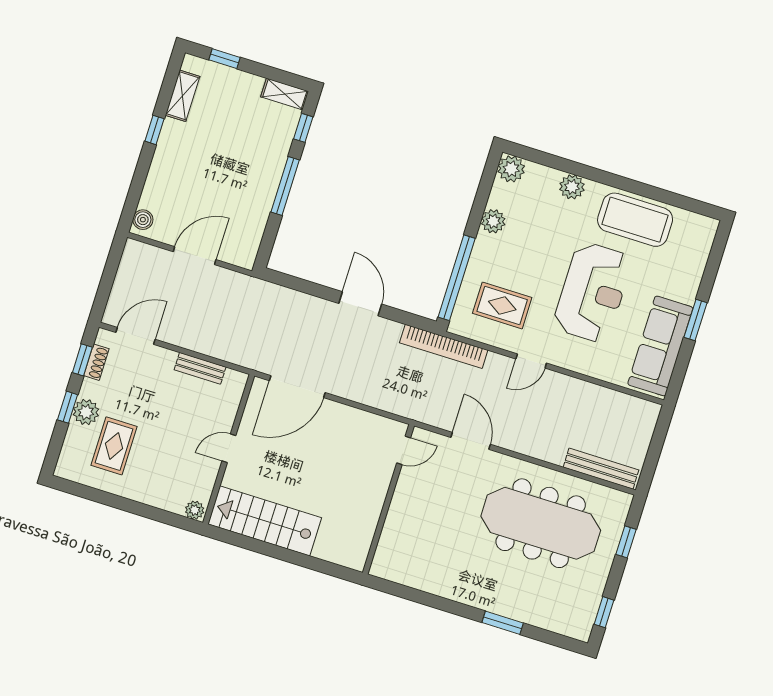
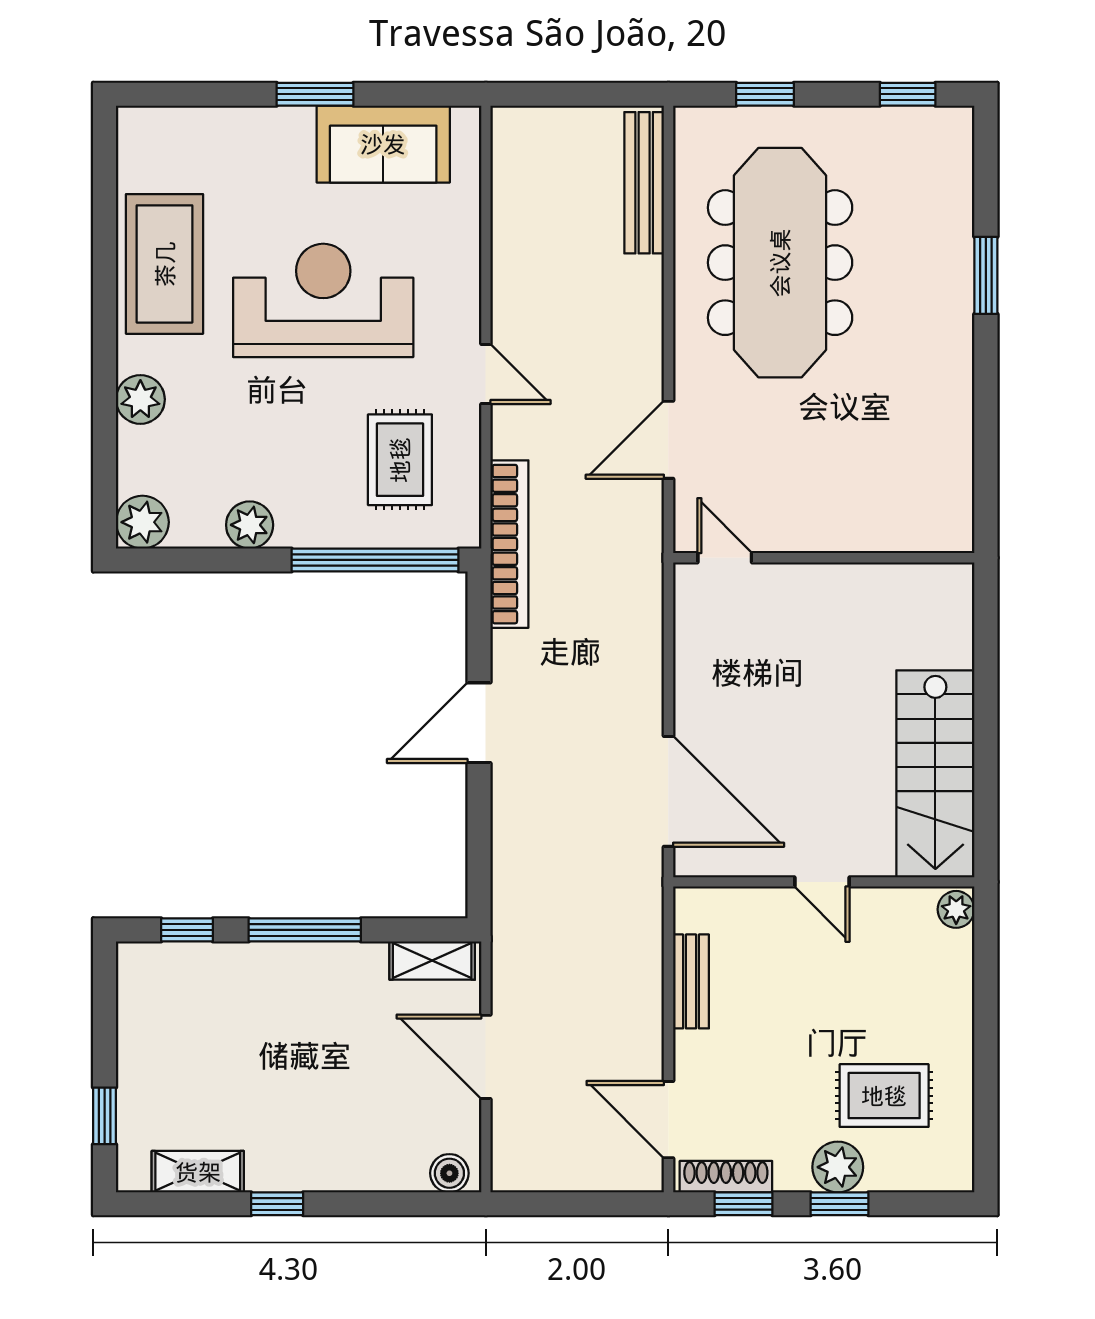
shelving: (285, 94) -> (432, 960), moved, turned 90
sofa: (660, 346) -> (383, 144), width x0.73
shoe rack: (96, 362) -> (726, 1177), width x1.43

